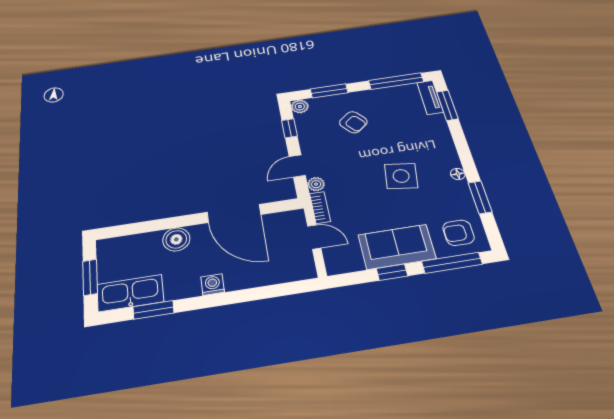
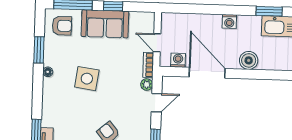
washing machine: (279, 221) -> (178, 60), added

